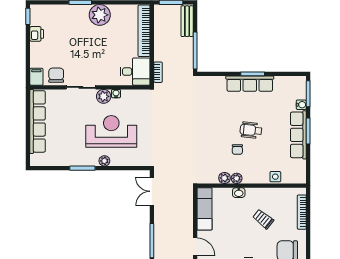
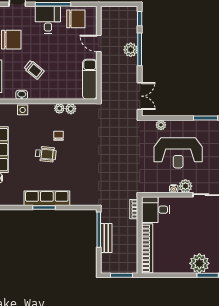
plant: (100, 15) -> (199, 263), moved
bench: (187, 21) -> (106, 238), moved
plant: (104, 161) -> (161, 125), moved
washbasin: (239, 193) -> (22, 95), moved
plant: (161, 240) -> (131, 50), added

